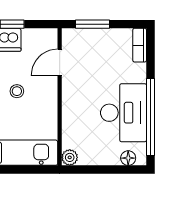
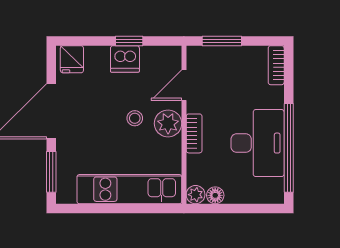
plant: (46, 96) -> (168, 123), added
bookcase: (68, 104) -> (194, 133), added
floor lamp: (128, 158) -> (215, 195), moved

